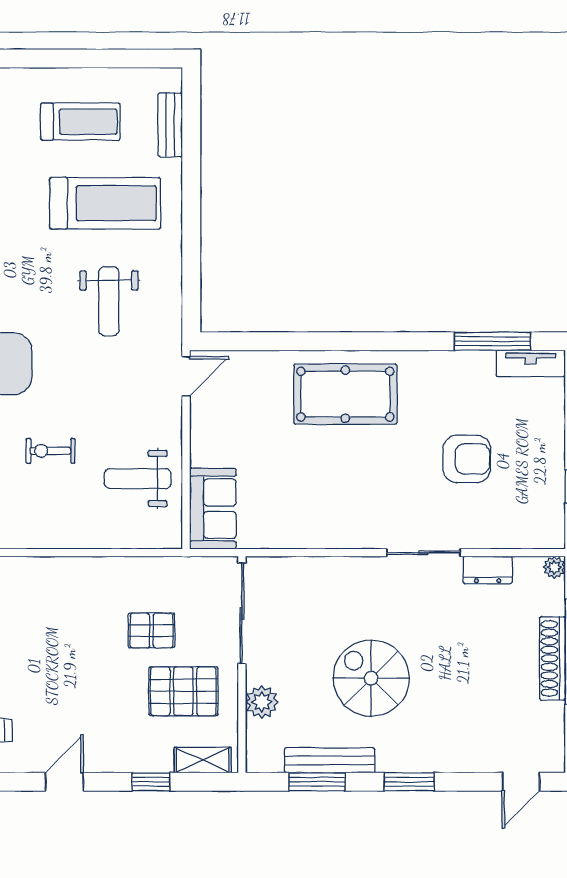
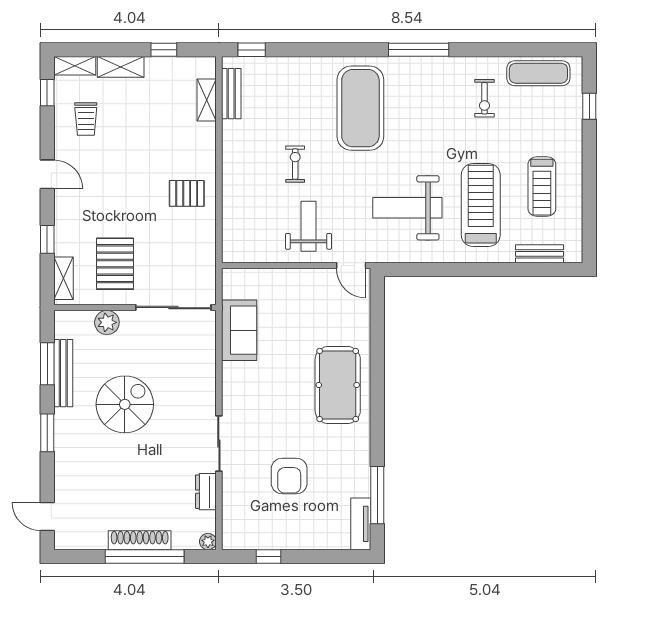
treadmill: (105, 203) -> (481, 205), turned 180
weight bench: (109, 301) -> (407, 208), width x1.36, depth x1.33
weight bench: (138, 479) -> (309, 226), moved
sofa: (213, 509) -> (239, 330), moved, turned -90
pallet: (151, 630) -> (187, 193), moved, turned 90

